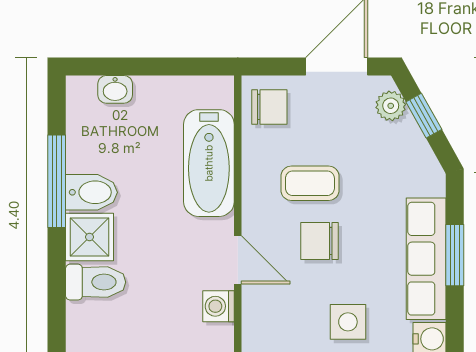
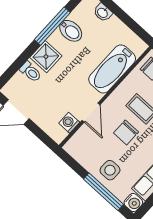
bidet: (91, 192) -> (71, 31), moved
chair: (320, 241) -> (126, 132), turned -90
toilet: (96, 282) -> (31, 72), width x0.73, depth x0.72

